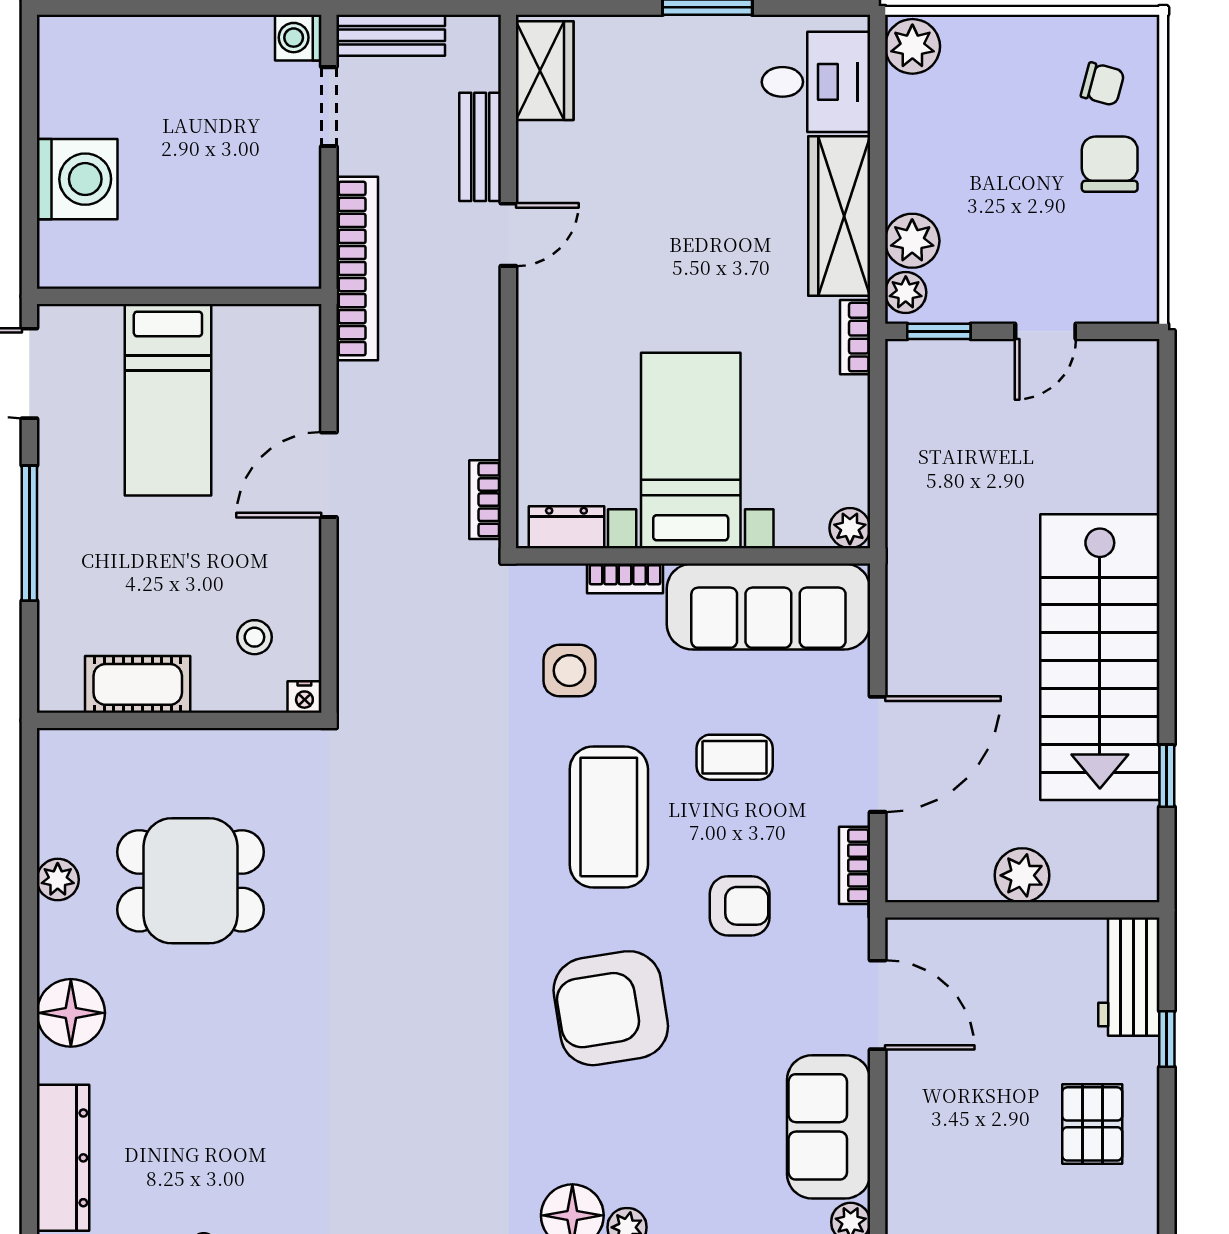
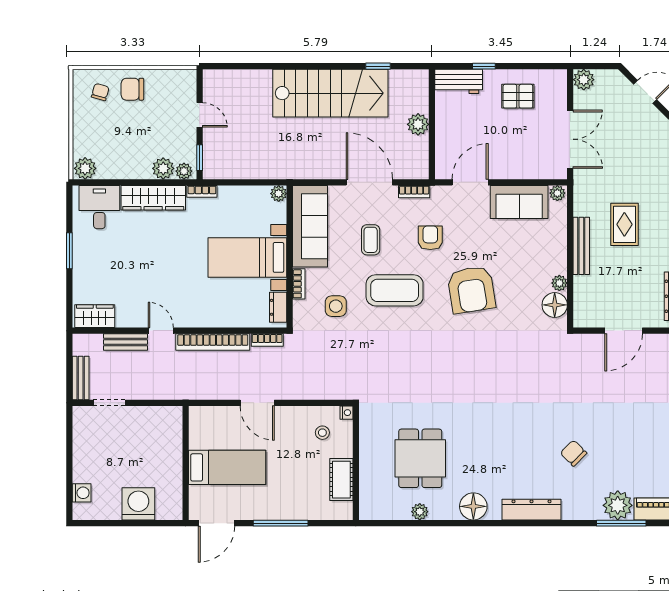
washing machine: (298, 38) -> (82, 493), moved, turned -90
bookcase: (357, 269) -> (213, 342), moved, turned 180

